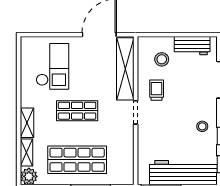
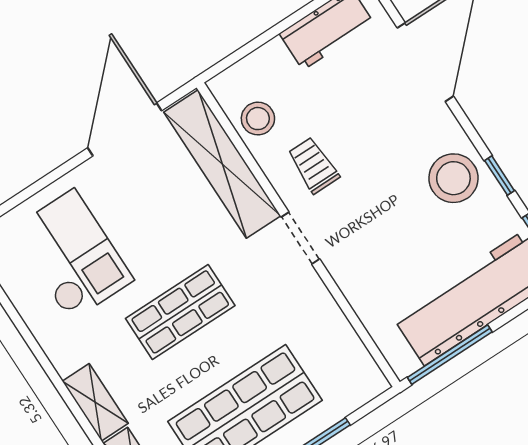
stool: (162, 59) -> (258, 119), moved
stool: (202, 126) -> (453, 178), width x1.89, depth x1.89

